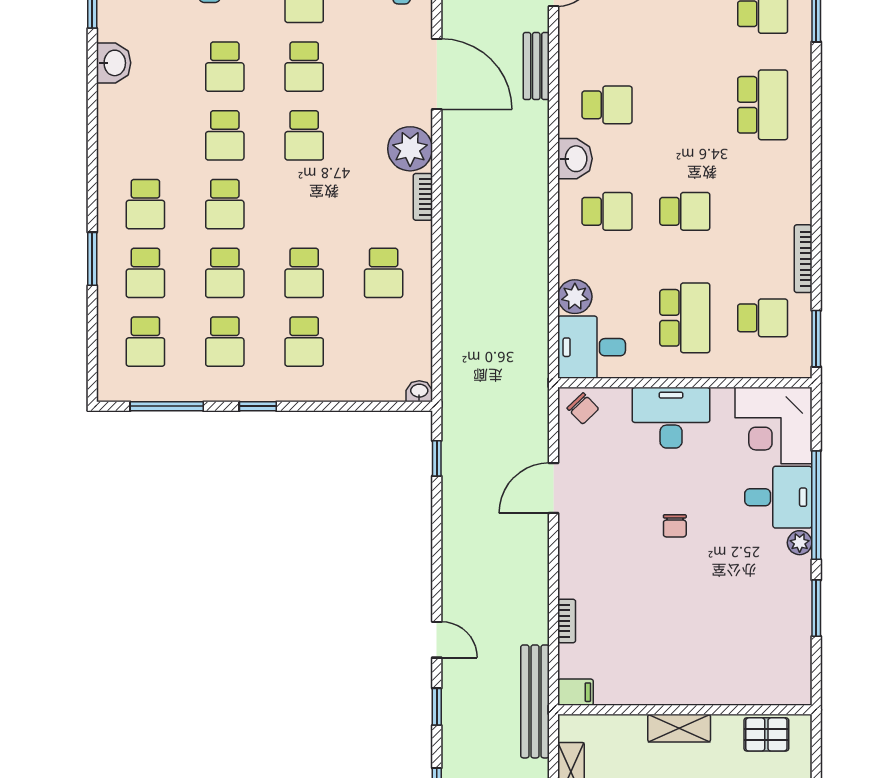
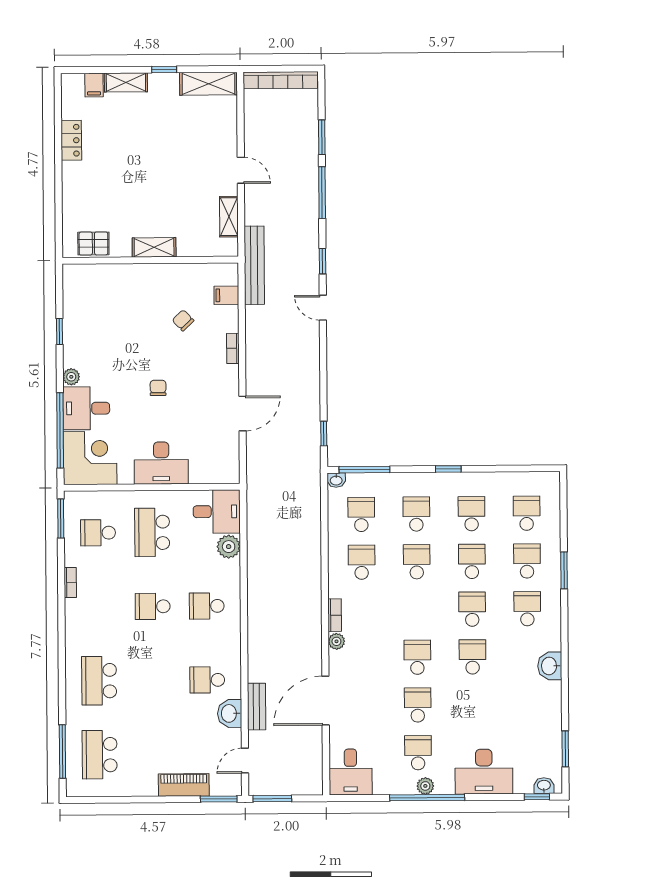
washbasin: (114, 63) -> (550, 666), moved
school desk: (225, 67) -> (361, 514), moved
door: (437, 74) -> (326, 701), hinge flipped
plant: (410, 149) -> (336, 641), width x0.53, depth x0.53
washbasin: (575, 159) -> (230, 713), moved
bookcase: (803, 259) -> (70, 583), width x0.64
window: (167, 406) -> (364, 470), moved
chair: (583, 408) -> (183, 320), moved
window: (816, 505) -> (60, 430), moved
window: (816, 608) -> (59, 332), width x0.67
bookcase: (567, 621) -> (233, 348), moved
filing cabinet: (575, 692) -> (226, 295), moved

